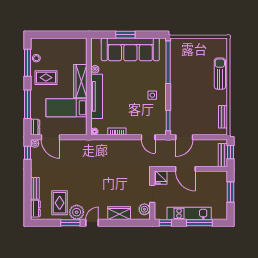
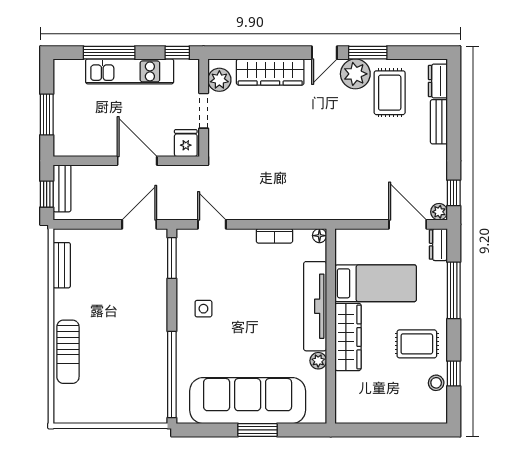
window: (28, 63) -> (454, 373), width x0.46
wardrobe: (119, 213) -> (270, 72), width x1.50

